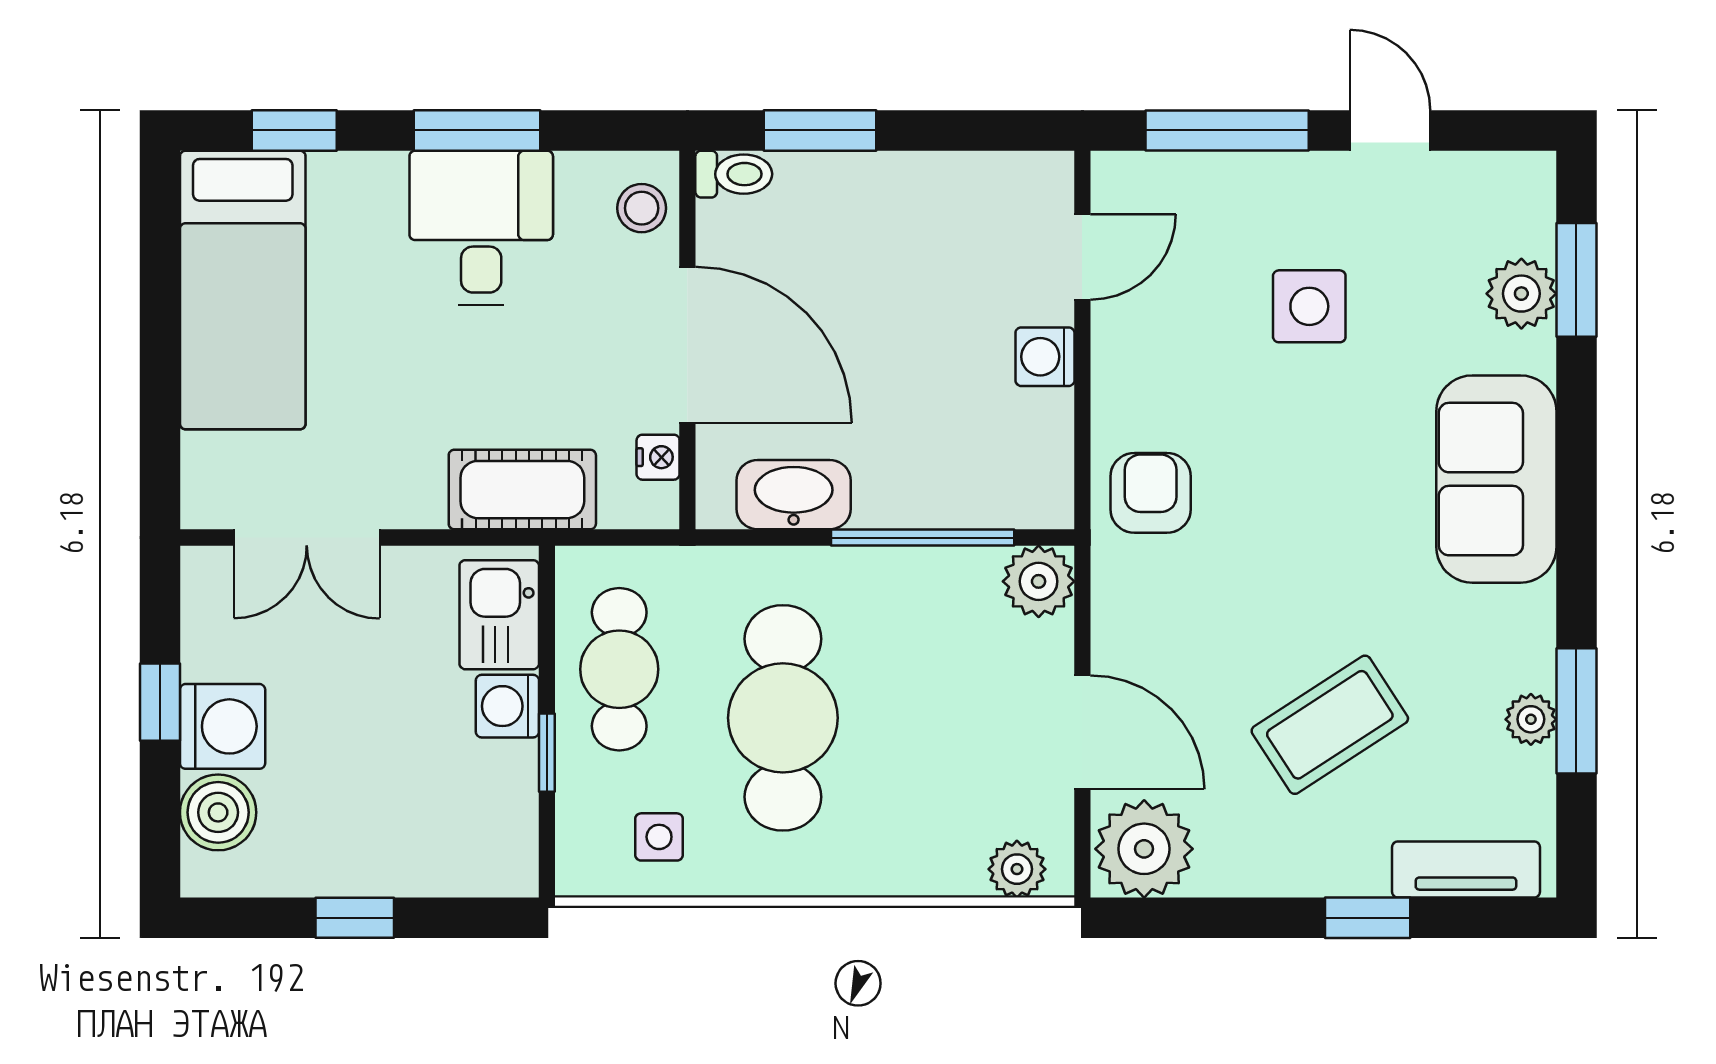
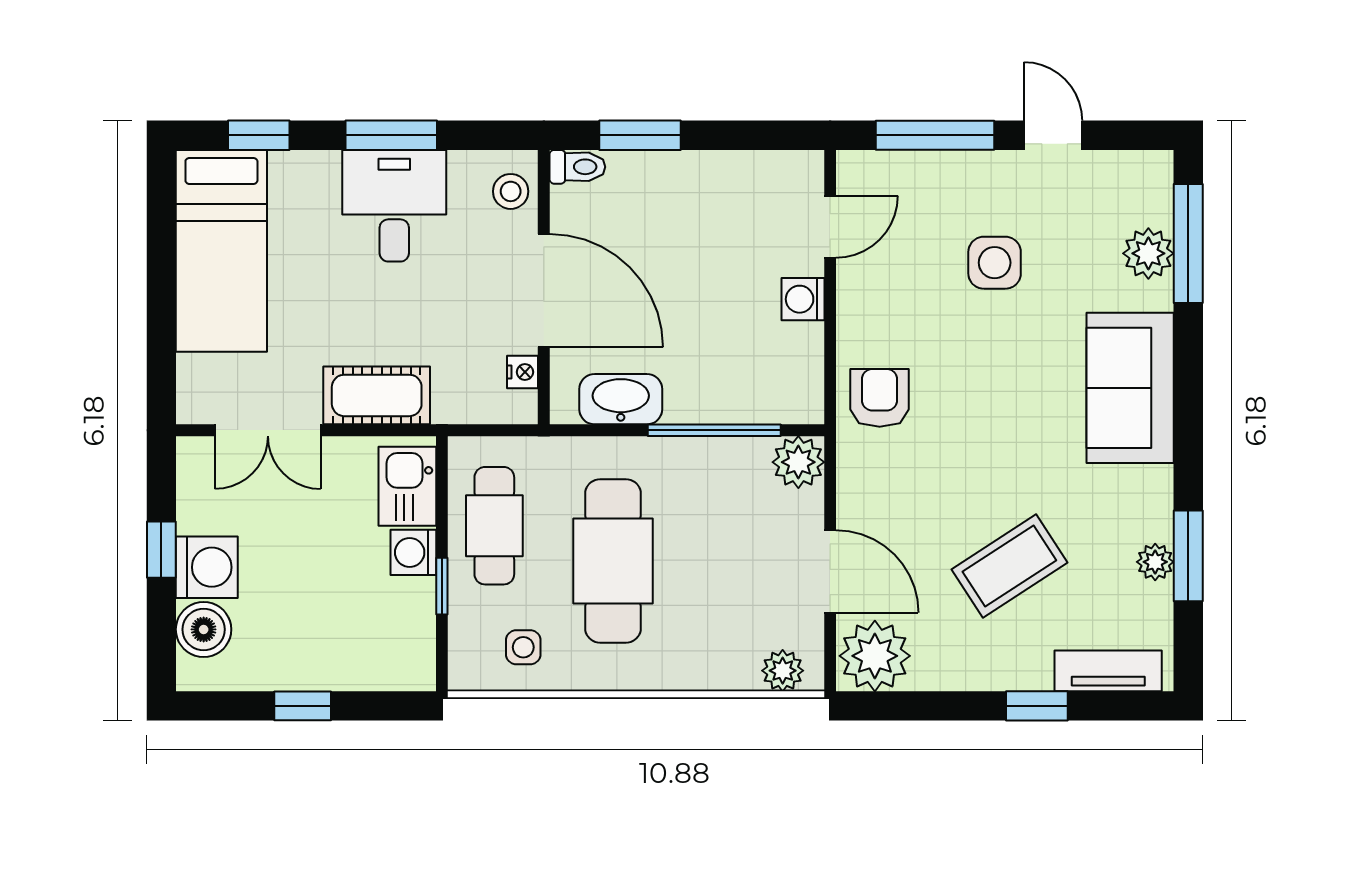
window: (1576, 280) -> (1188, 243), width x1.44
cot: (522, 490) -> (377, 395), moved

